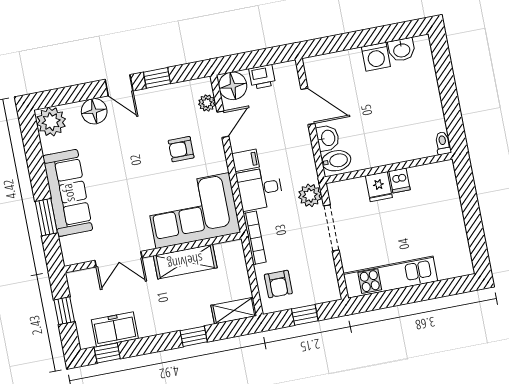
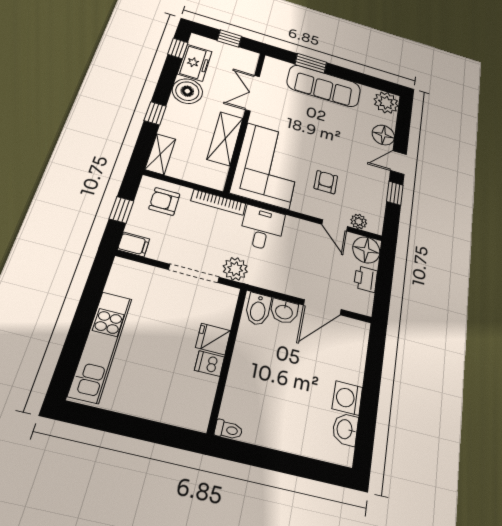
filing cabinet: (246, 160) -> (134, 244), moved, turned -90
kitchen unit: (390, 277) -> (101, 346), moved
boiler: (152, 320) -> (187, 91), added

